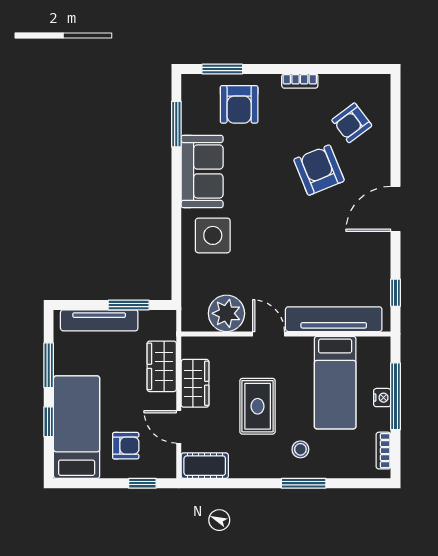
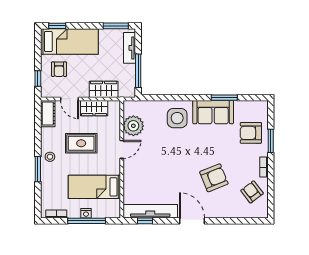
window: (222, 69) -> (271, 141), moved
armchair: (352, 123) -> (252, 192), moved
window: (176, 124) -> (224, 98), moved
window: (129, 305) -> (138, 71), width x1.44
tv unit: (334, 319) -> (150, 211), moved, turned -90
tv unit: (99, 320) -> (129, 48), width x0.71
window: (49, 365) -> (116, 26), moved
window: (49, 422) -> (57, 26), moved
door: (179, 427) -> (70, 99), swing flipped
stool: (300, 449) -> (50, 157), moved

